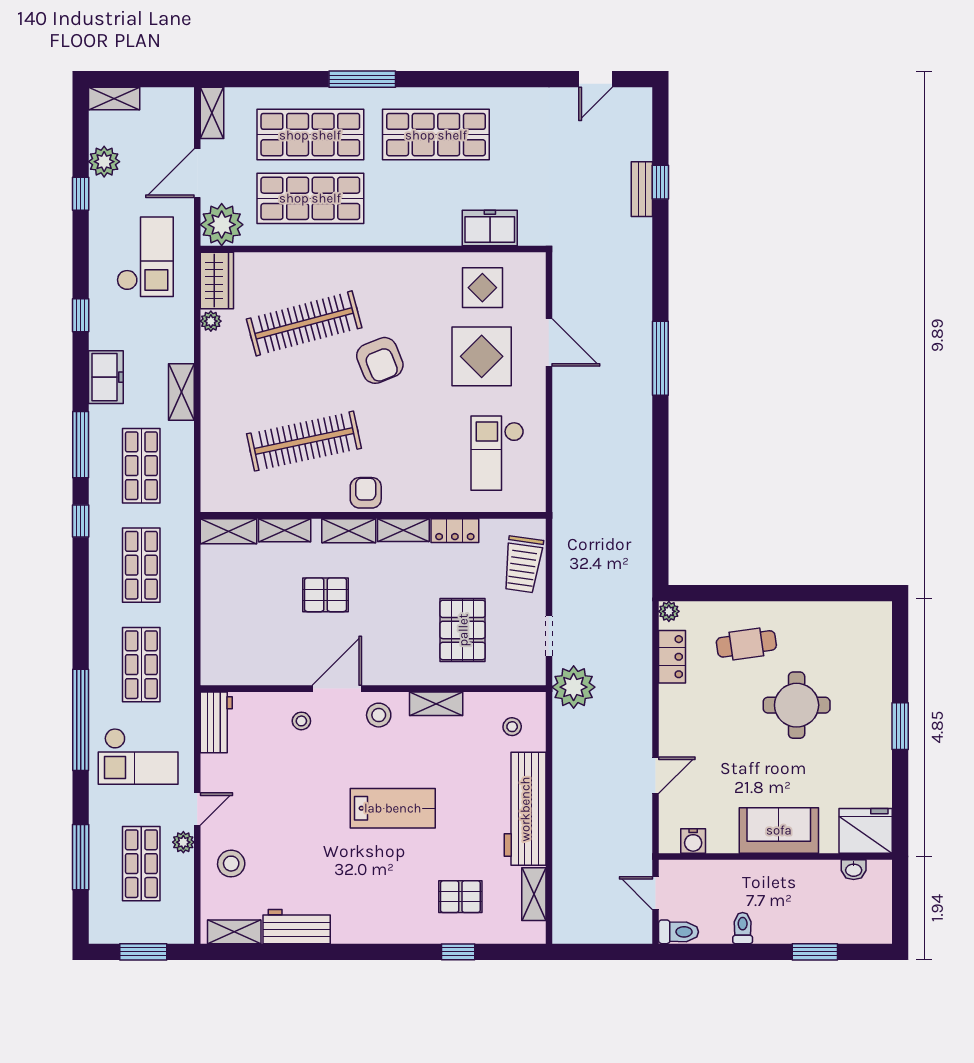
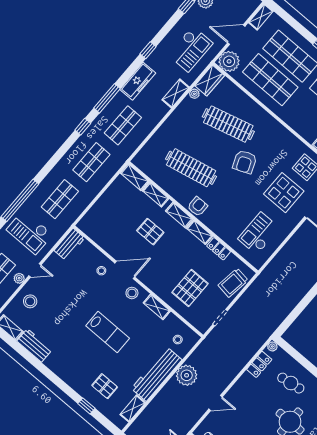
freezer: (106, 377) -> (138, 81), width x1.40
shelving: (181, 392) -> (176, 94), moved
plant: (574, 687) -> (187, 375), moved

